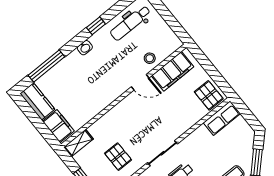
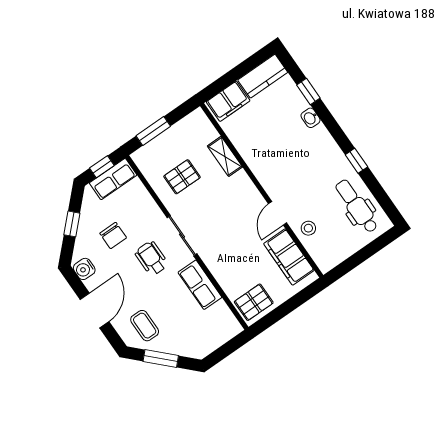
washbasin: (85, 48) -> (311, 118), moved
window: (46, 66) -> (308, 92), width x0.46
row of seats: (222, 118) -> (200, 285), moved
shelving: (78, 143) -> (225, 156), moved

